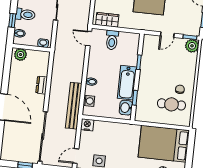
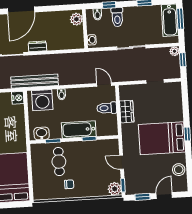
wardrobe: (107, 20) -> (127, 112), moved
door: (89, 39) -> (104, 85), hinge flipped
bathtub: (127, 83) -> (79, 130), moved
dresser: (42, 85) -> (37, 46), moved
washing machine: (89, 101) -> (42, 100), width x1.89, depth x1.89
cafe table: (171, 104) -> (59, 162), moved

